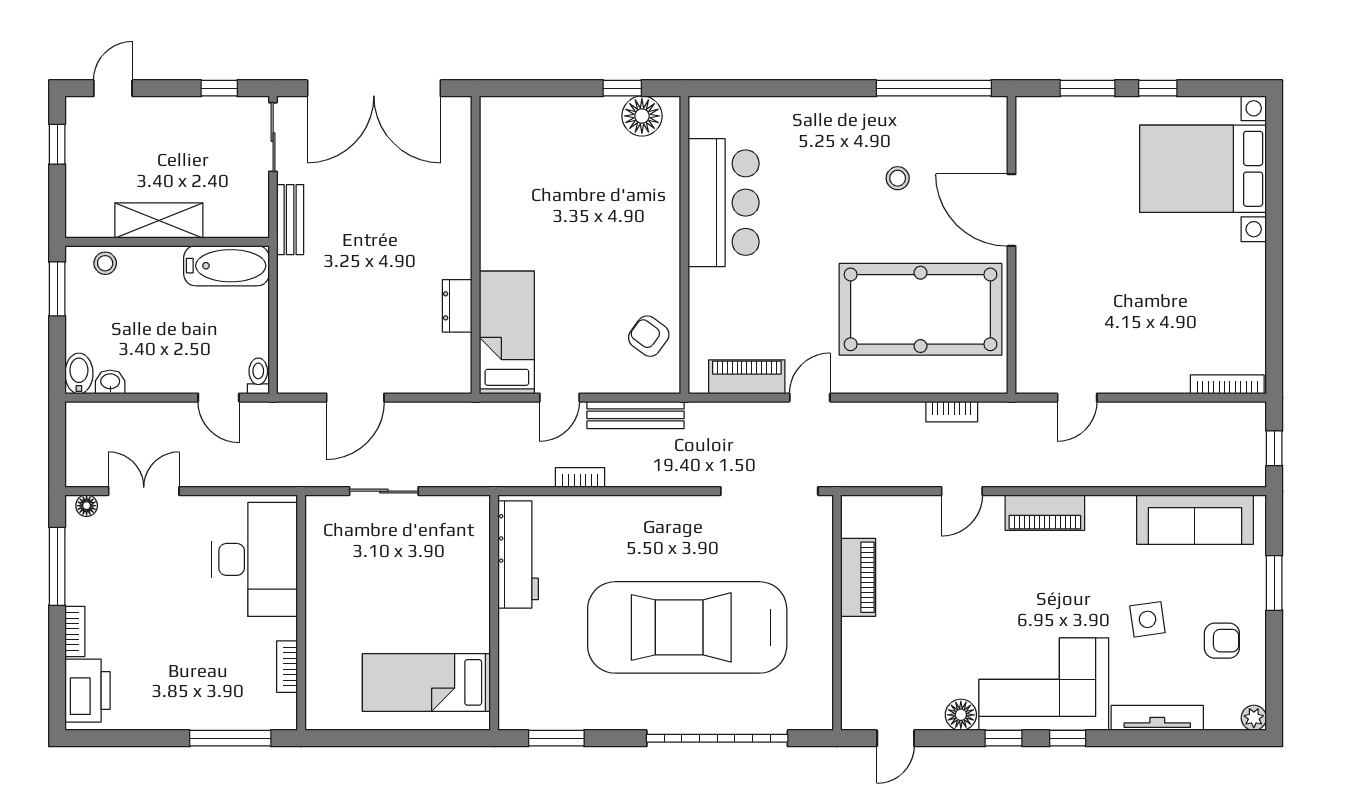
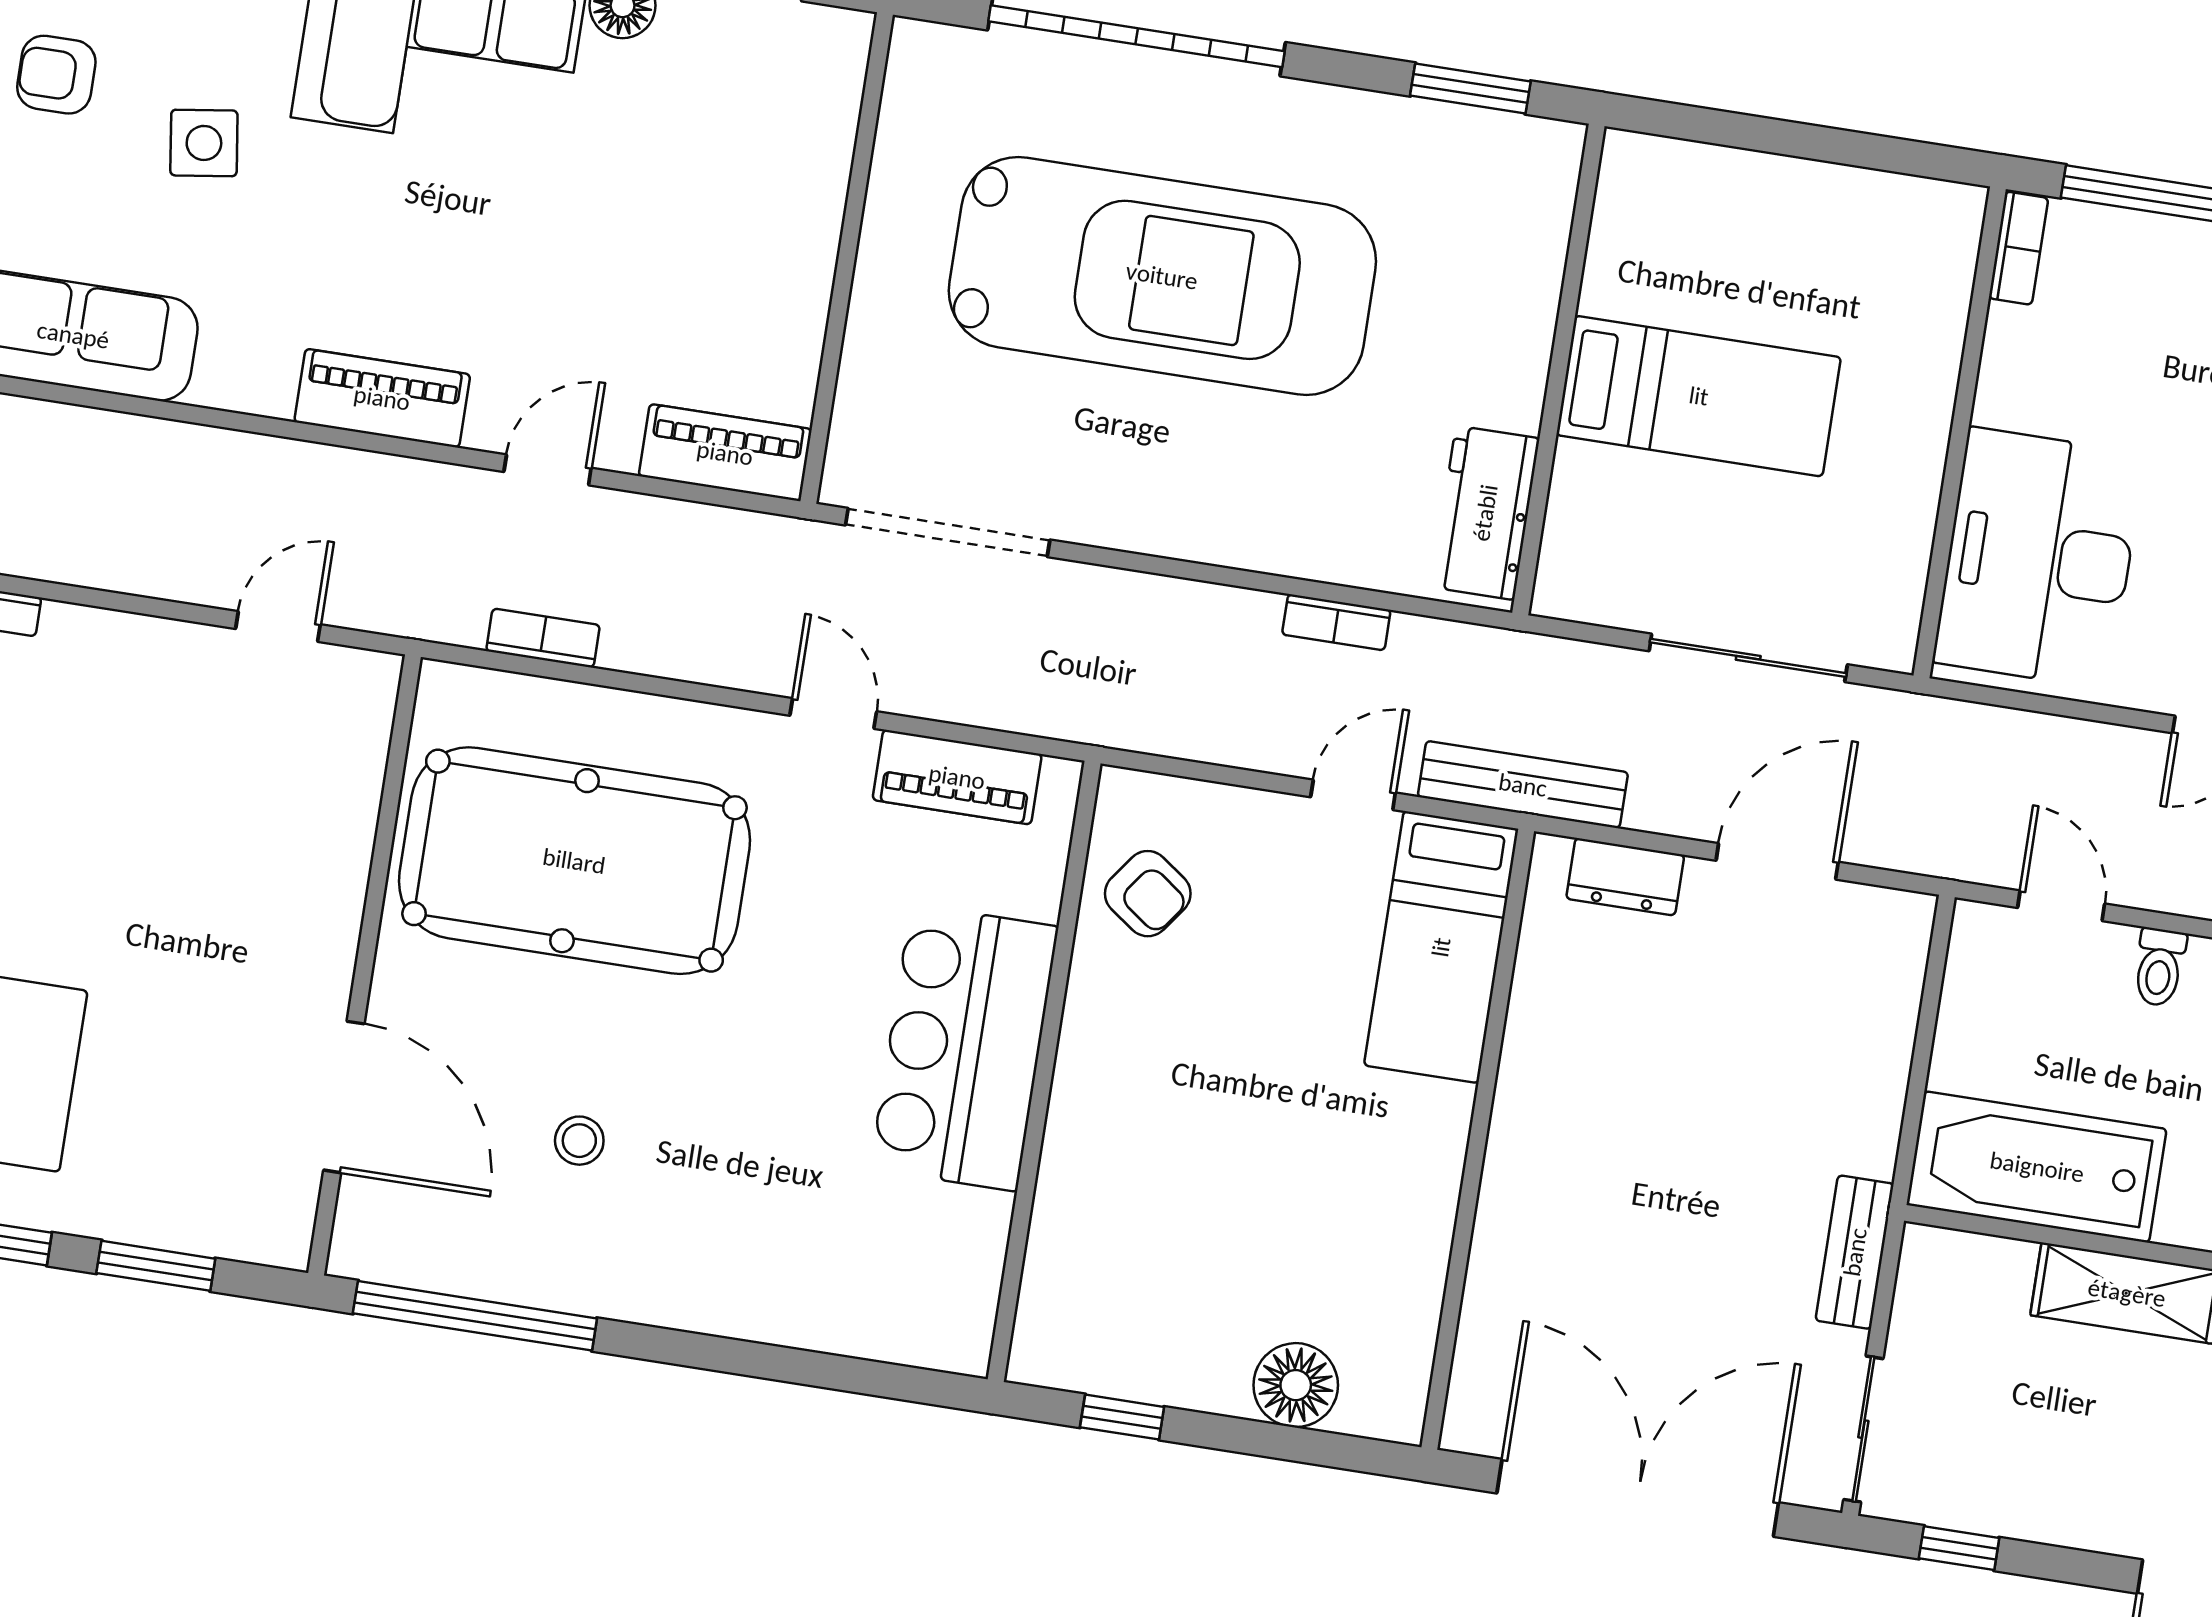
floor lamp: (642, 116) -> (1296, 1385), moved
bar counter: (724, 203) -> (964, 1048), moved
door: (1011, 210) -> (344, 1097), moved
bathtub: (226, 266) -> (2037, 1167), width x1.36, depth x1.36
dresser: (457, 306) -> (1625, 877), moved, turned 90
toilet: (258, 376) -> (2159, 967), moved
door: (810, 398) -> (833, 713), swing flipped
bench: (635, 415) -> (1523, 785), moved
sliding door: (384, 491) -> (1748, 658), width x1.37
workbench: (518, 555) -> (1485, 513), width x0.73
piano: (858, 577) -> (725, 453), moved, turned 90
bookcase: (287, 667) -> (2019, 248), moved
bed: (426, 682) -> (1699, 396), moved

